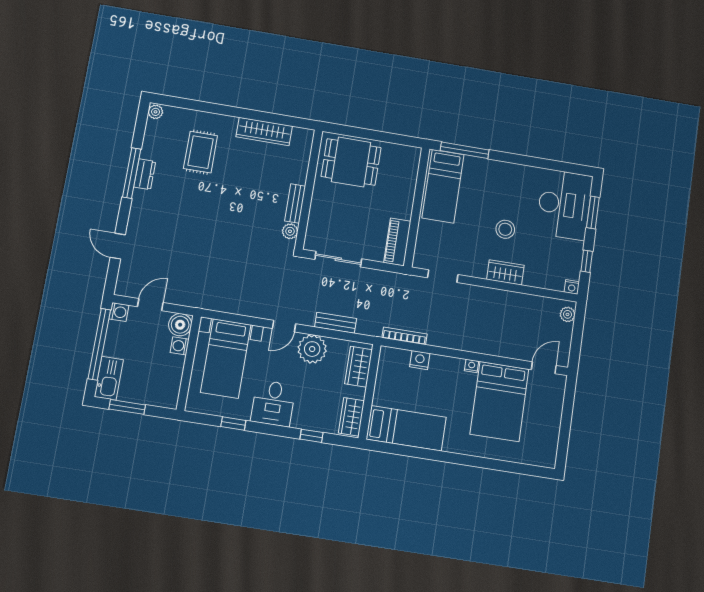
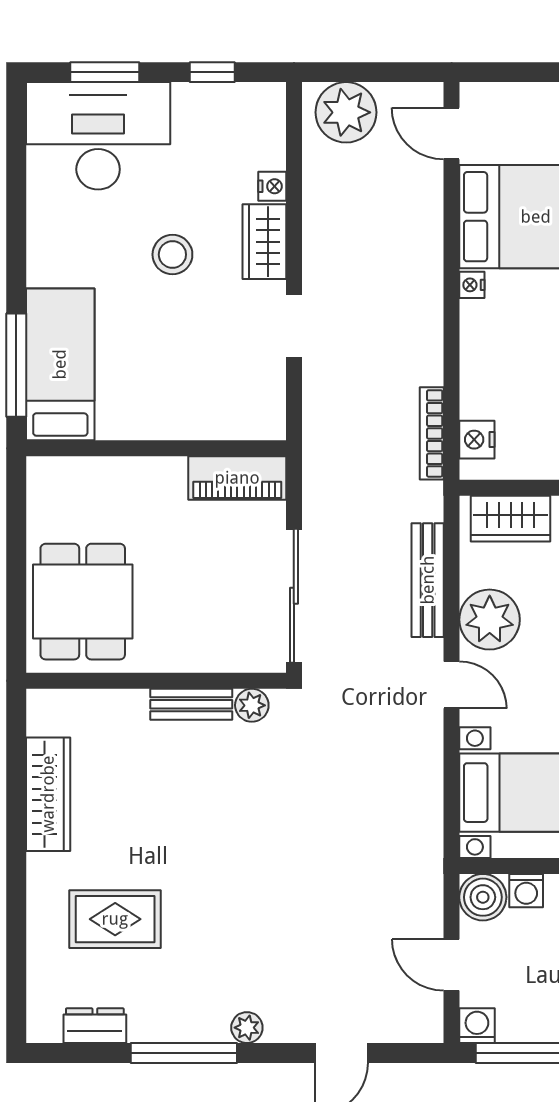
plant: (155, 112) -> (247, 1028), moved
dresser: (145, 174) -> (95, 1026), moved
bed: (443, 186) -> (60, 364), moved, turned -90
sliding door: (338, 259) -> (294, 596), width x1.37
doorway: (443, 276) -> (294, 326), moved
nightstand: (572, 287) -> (272, 186), moved
plant: (568, 314) -> (346, 112), width x1.87, depth x1.87
bench: (336, 323) -> (428, 580), width x1.36
nightstand: (420, 360) -> (477, 440), moved

